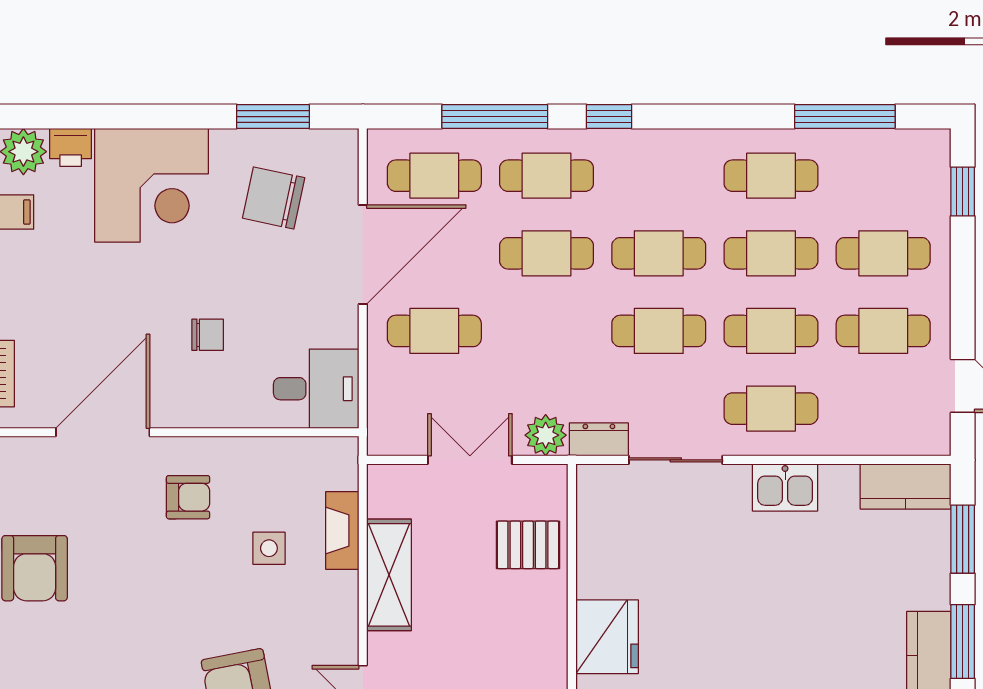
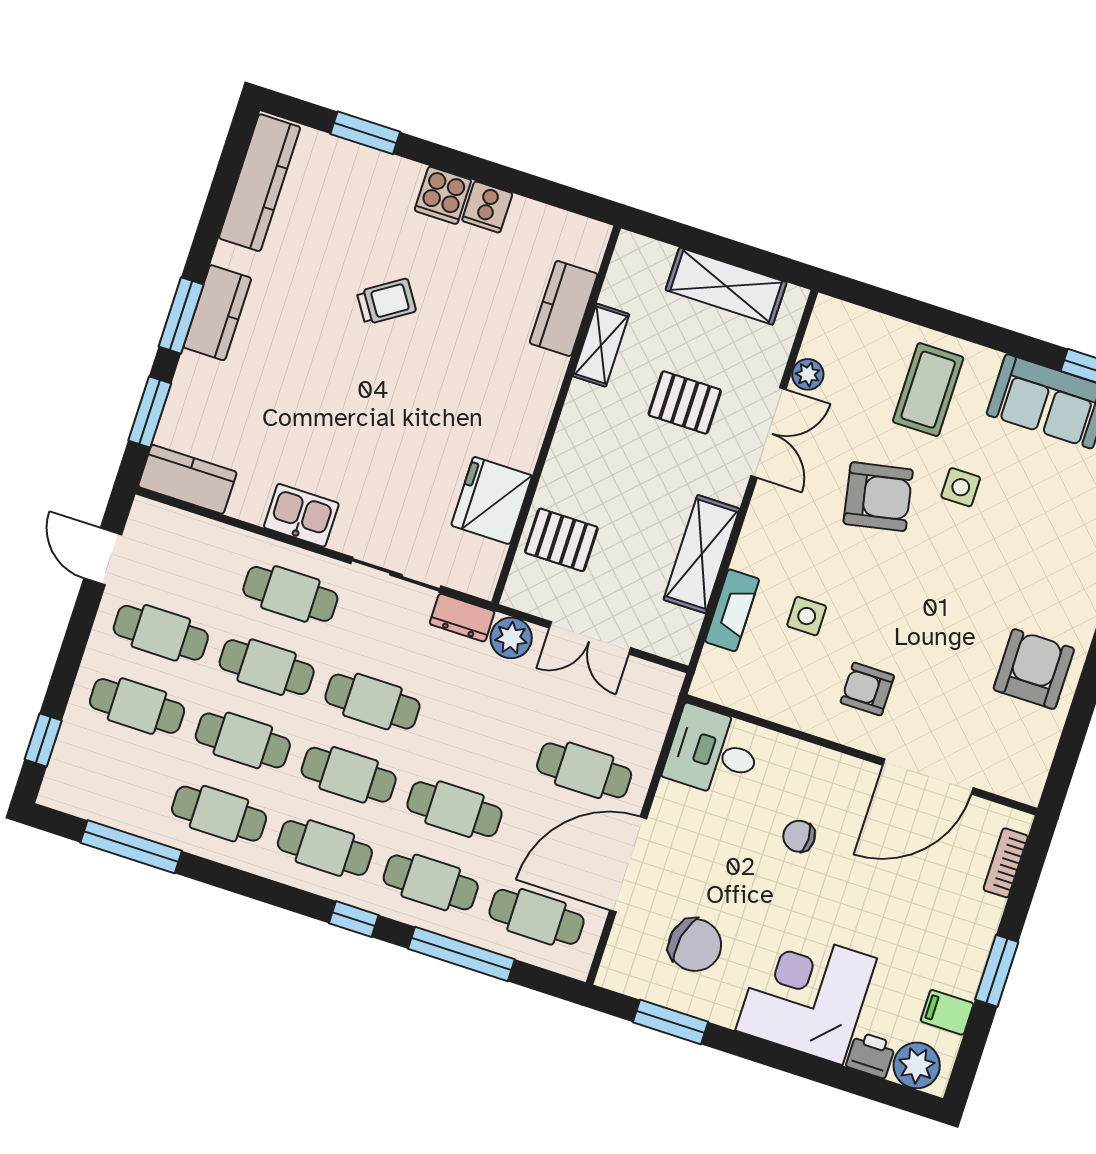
cafe table: (659, 176) -> (325, 848), added
fridge: (607, 637) -> (492, 500), moved

